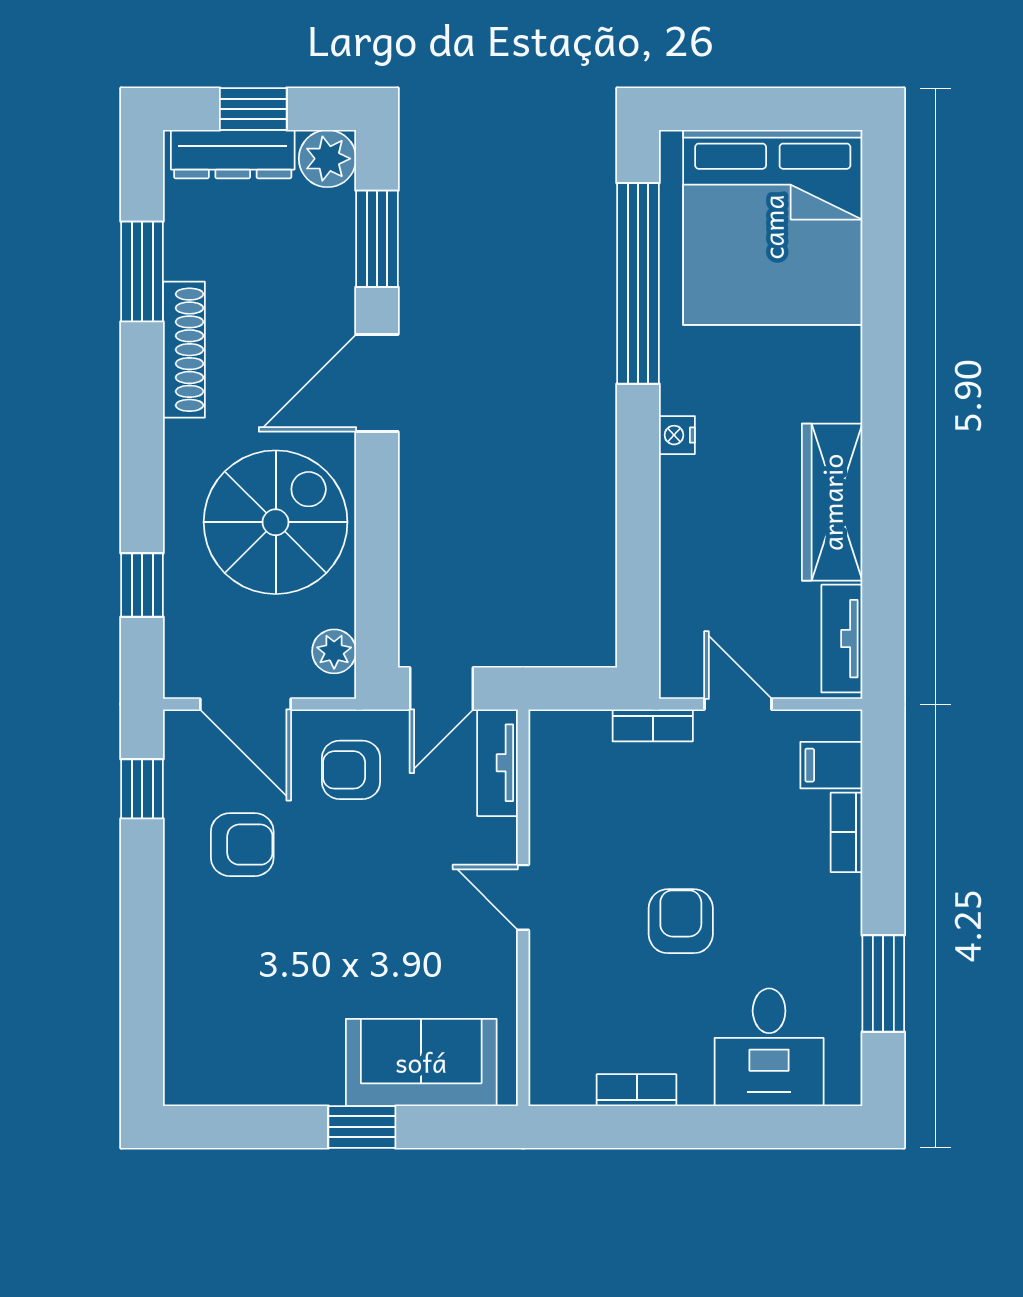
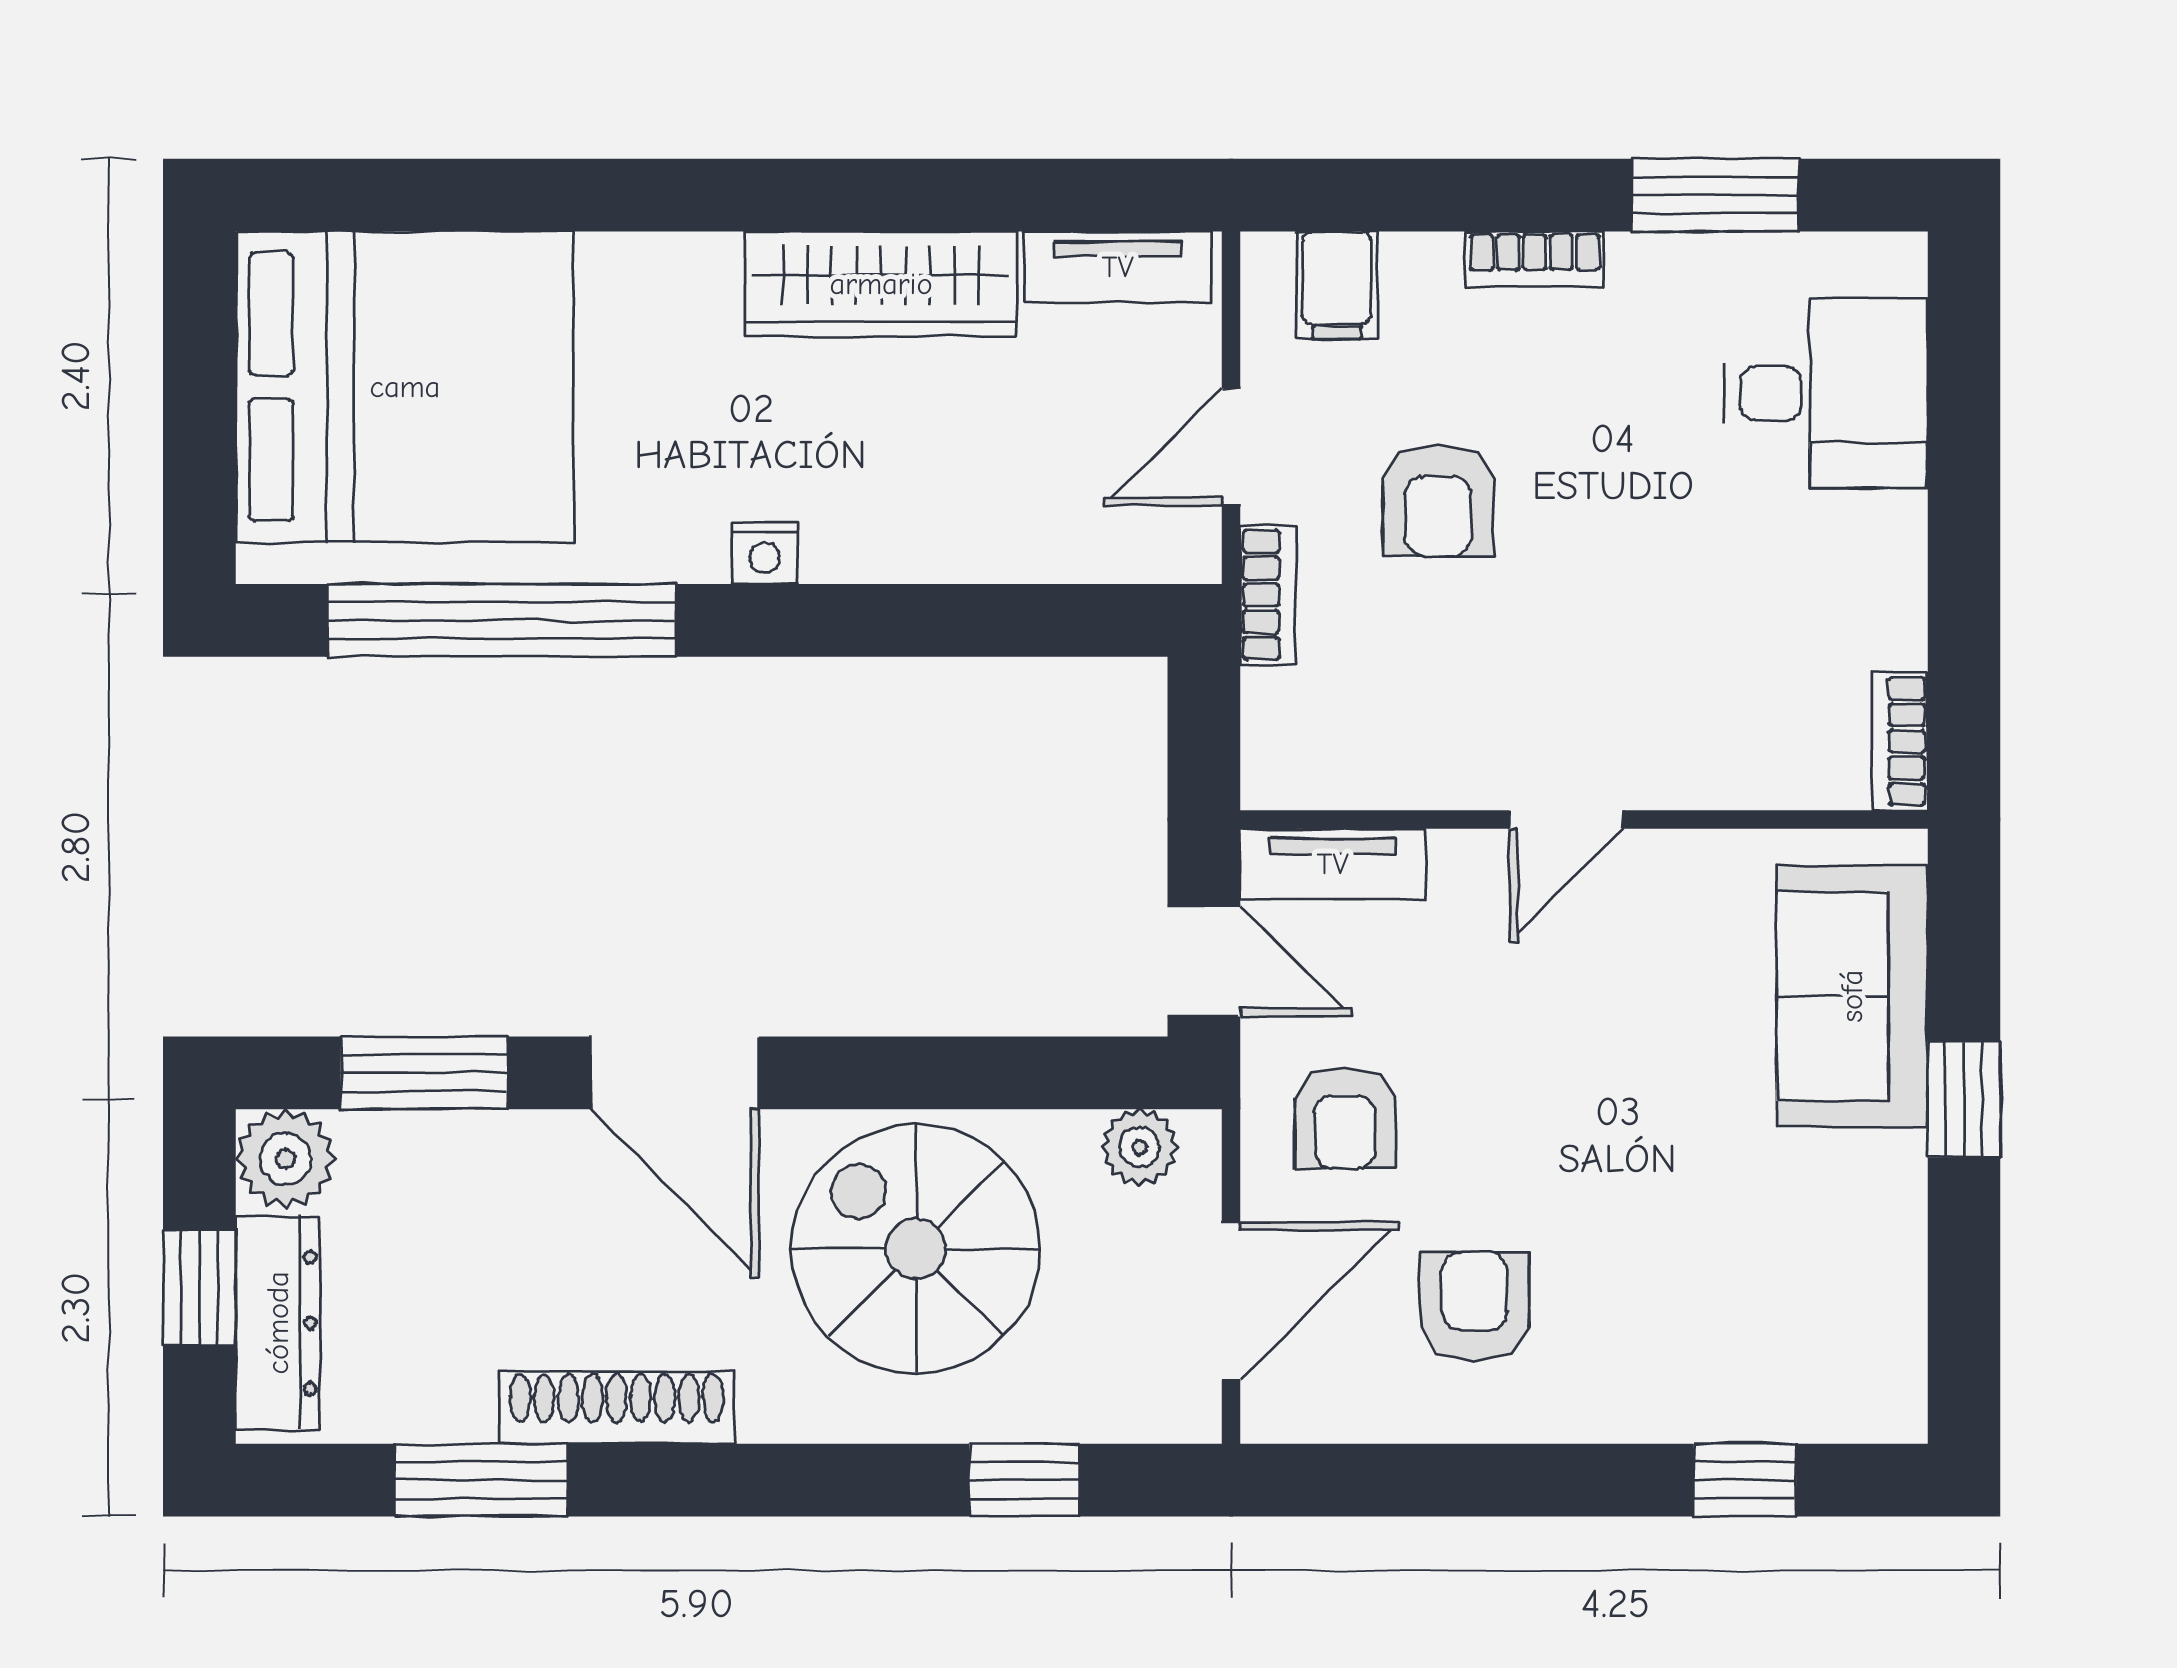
window: (142, 789) -> (1745, 1480), moved
bookcase: (847, 832) -> (1535, 259), moved
armchair: (681, 921) -> (1438, 501), moved, turned -90
bookcase: (637, 1090) -> (1900, 741), moved

